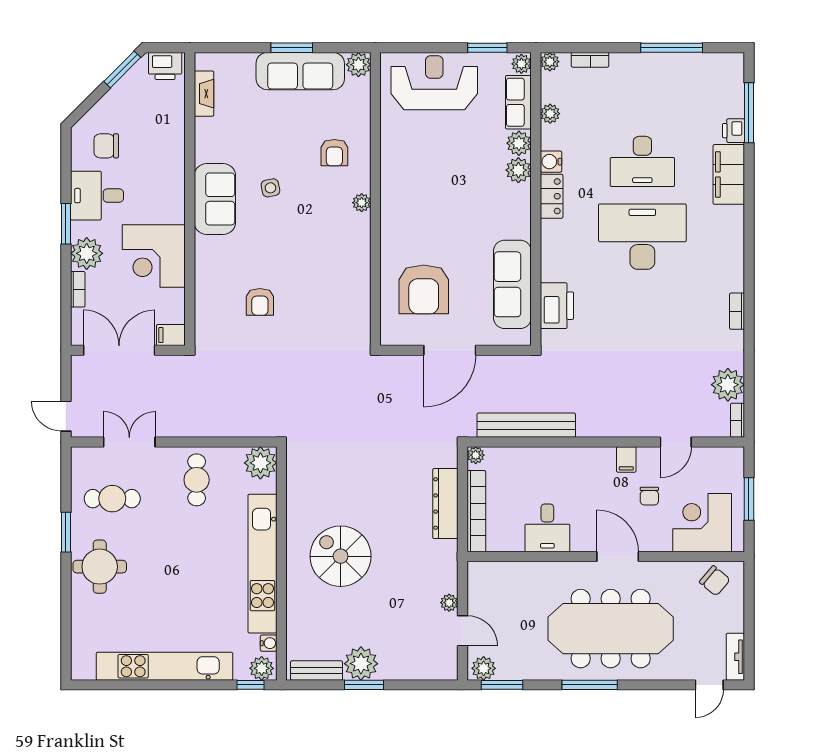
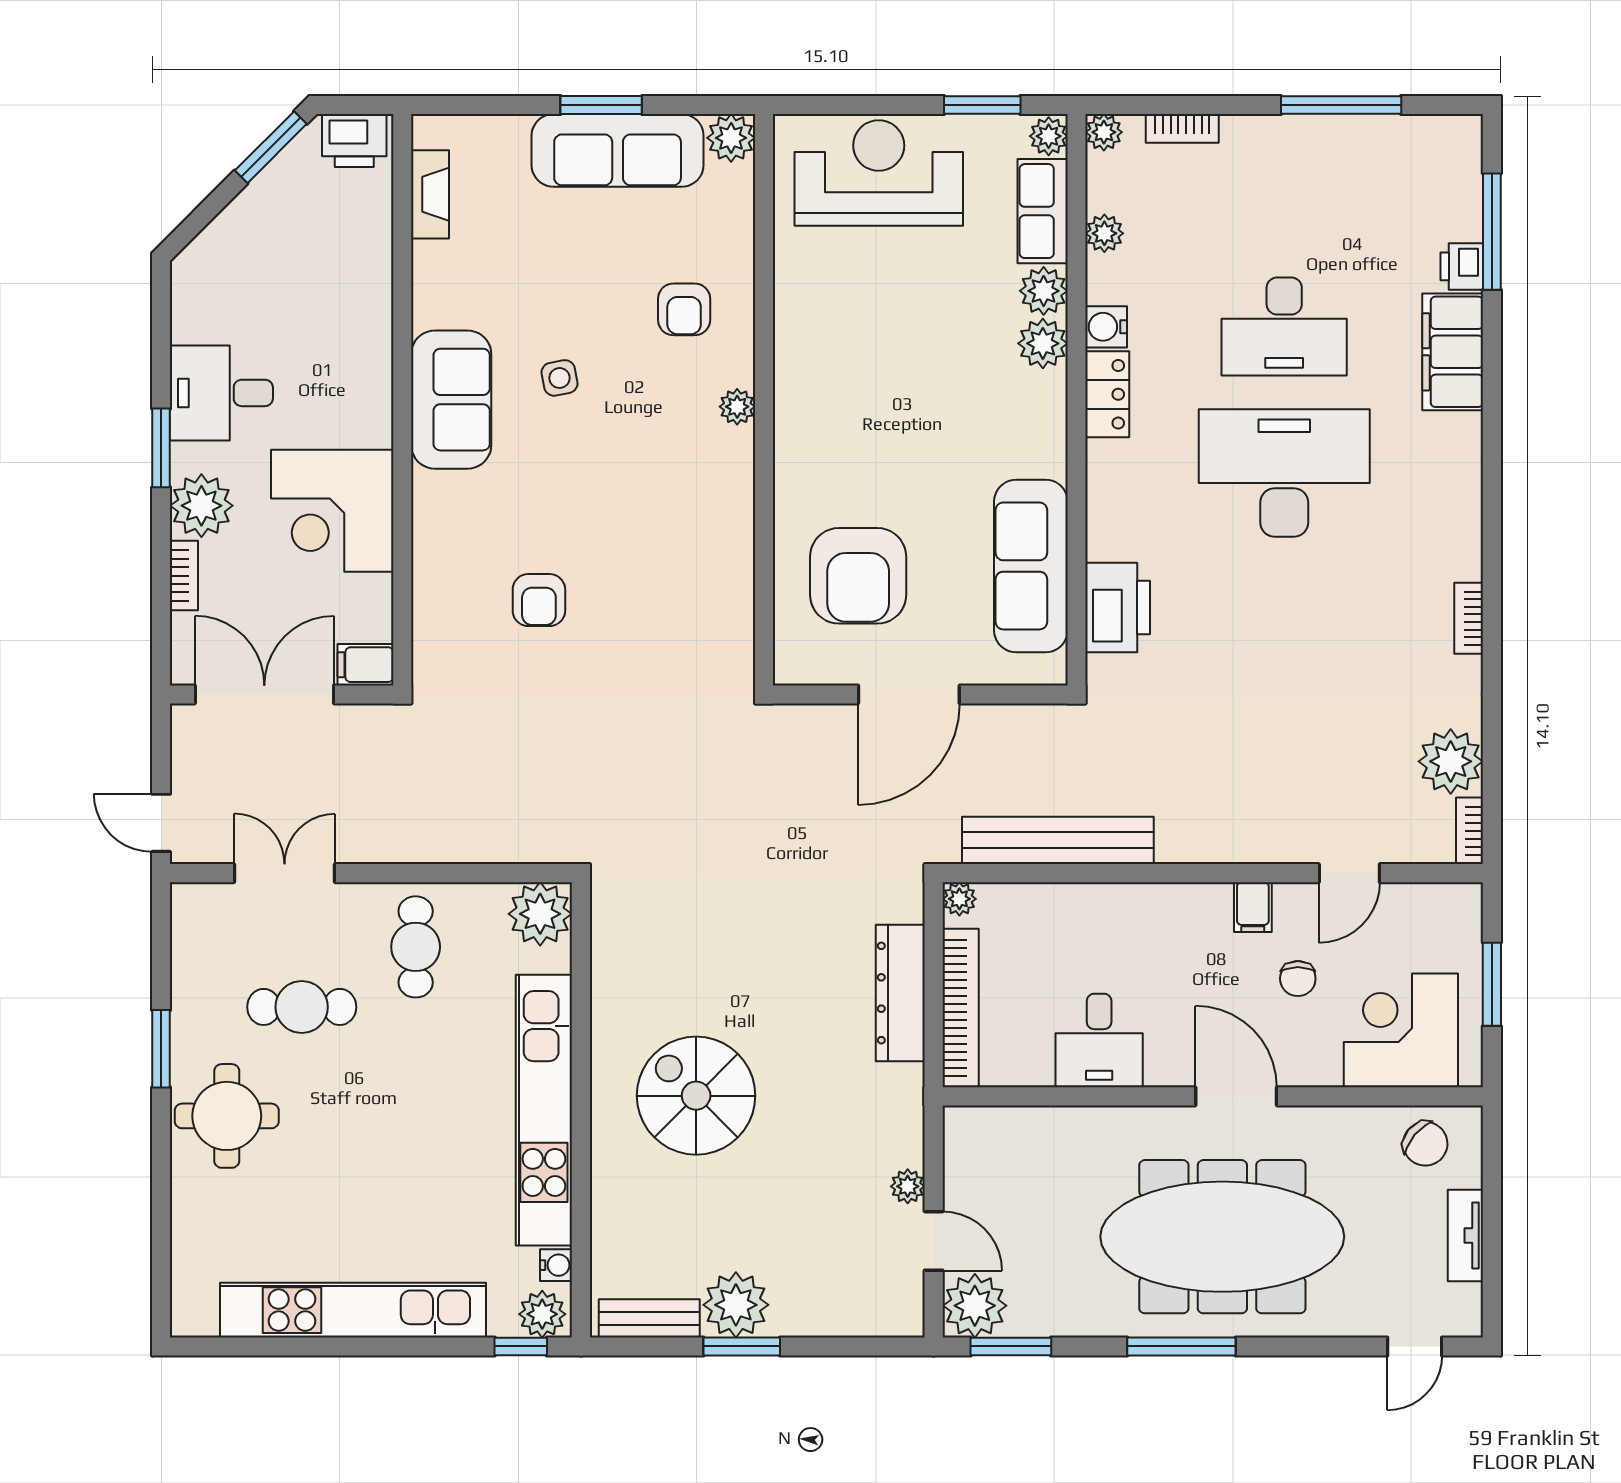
chair: (106, 146) -> (239, 296), removed
cafe table: (112, 499) -> (302, 1007), moved
tv unit: (735, 657) -> (1465, 1236), moved
plant: (484, 668) -> (975, 1306), width x1.36, depth x1.36

